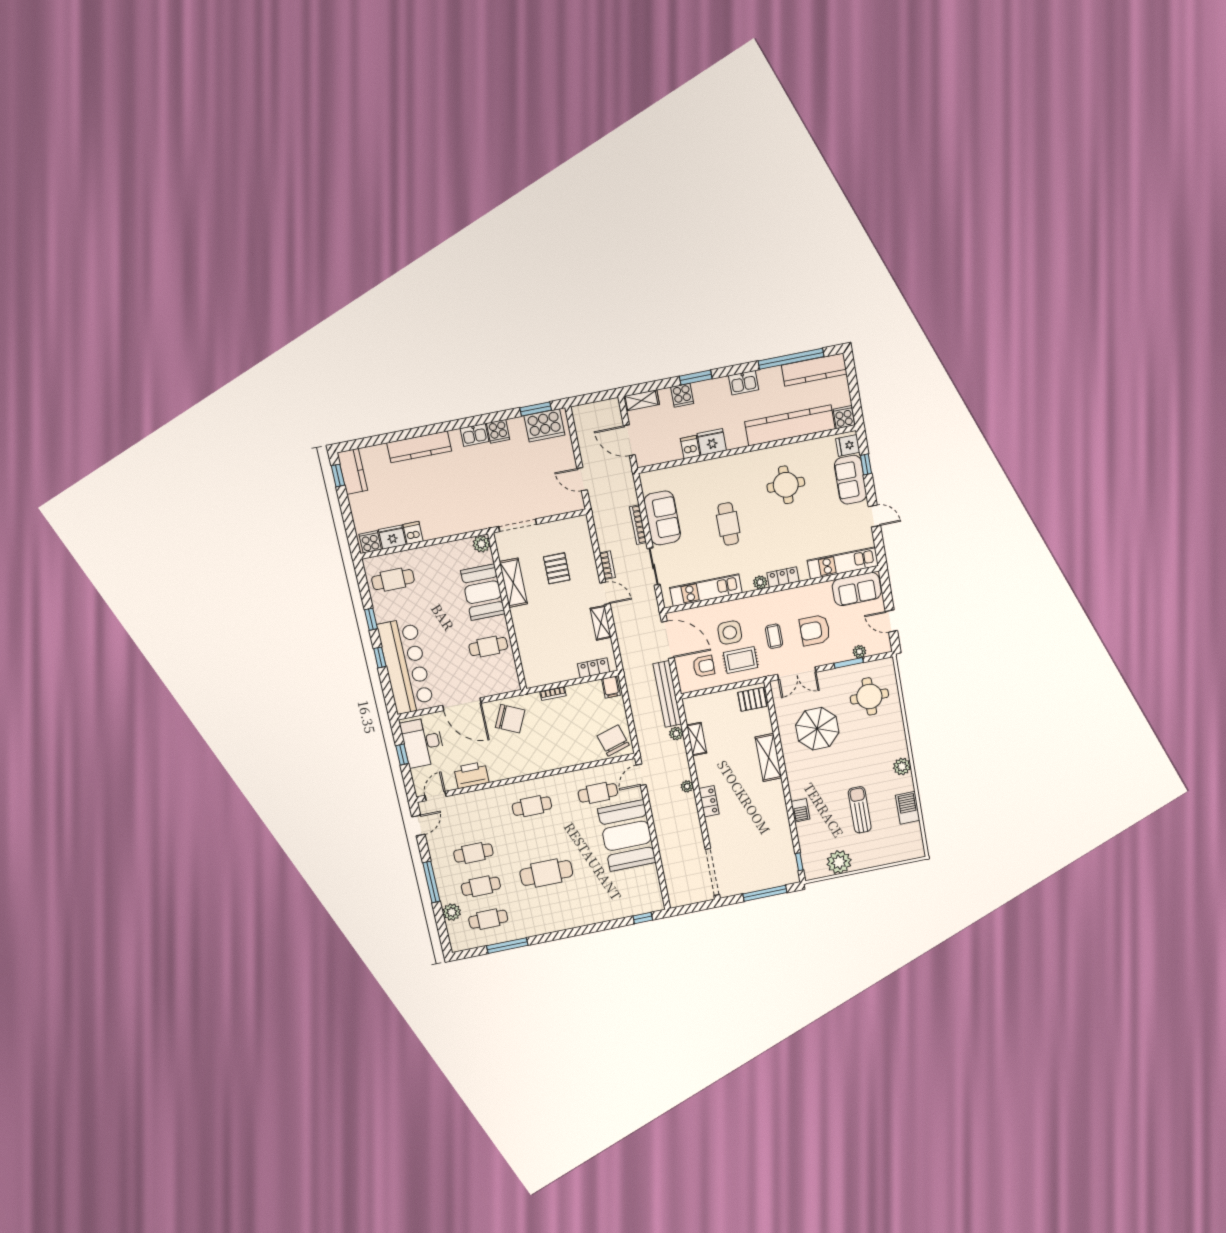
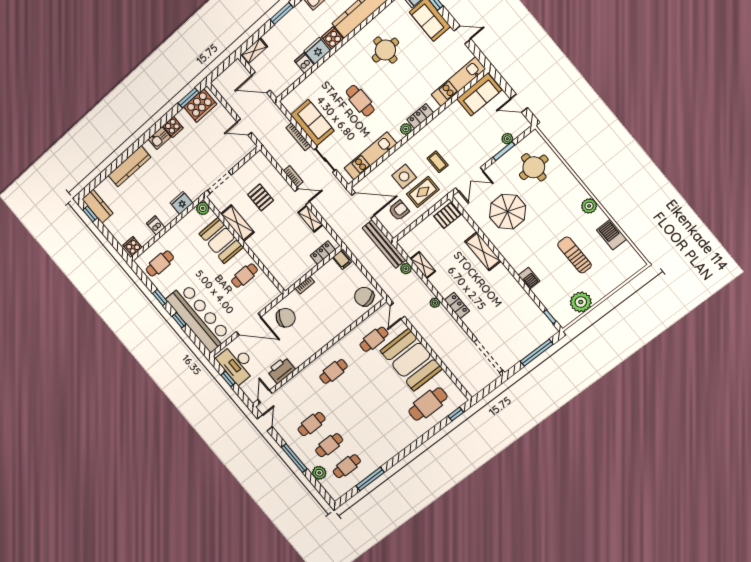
cooker: (682, 395) -> (332, 38), moved, turned 180
fridge: (392, 537) -> (181, 203), moved
armchair: (815, 630) -> (465, 141), removed
cafe table: (546, 873) -> (428, 404), moved

